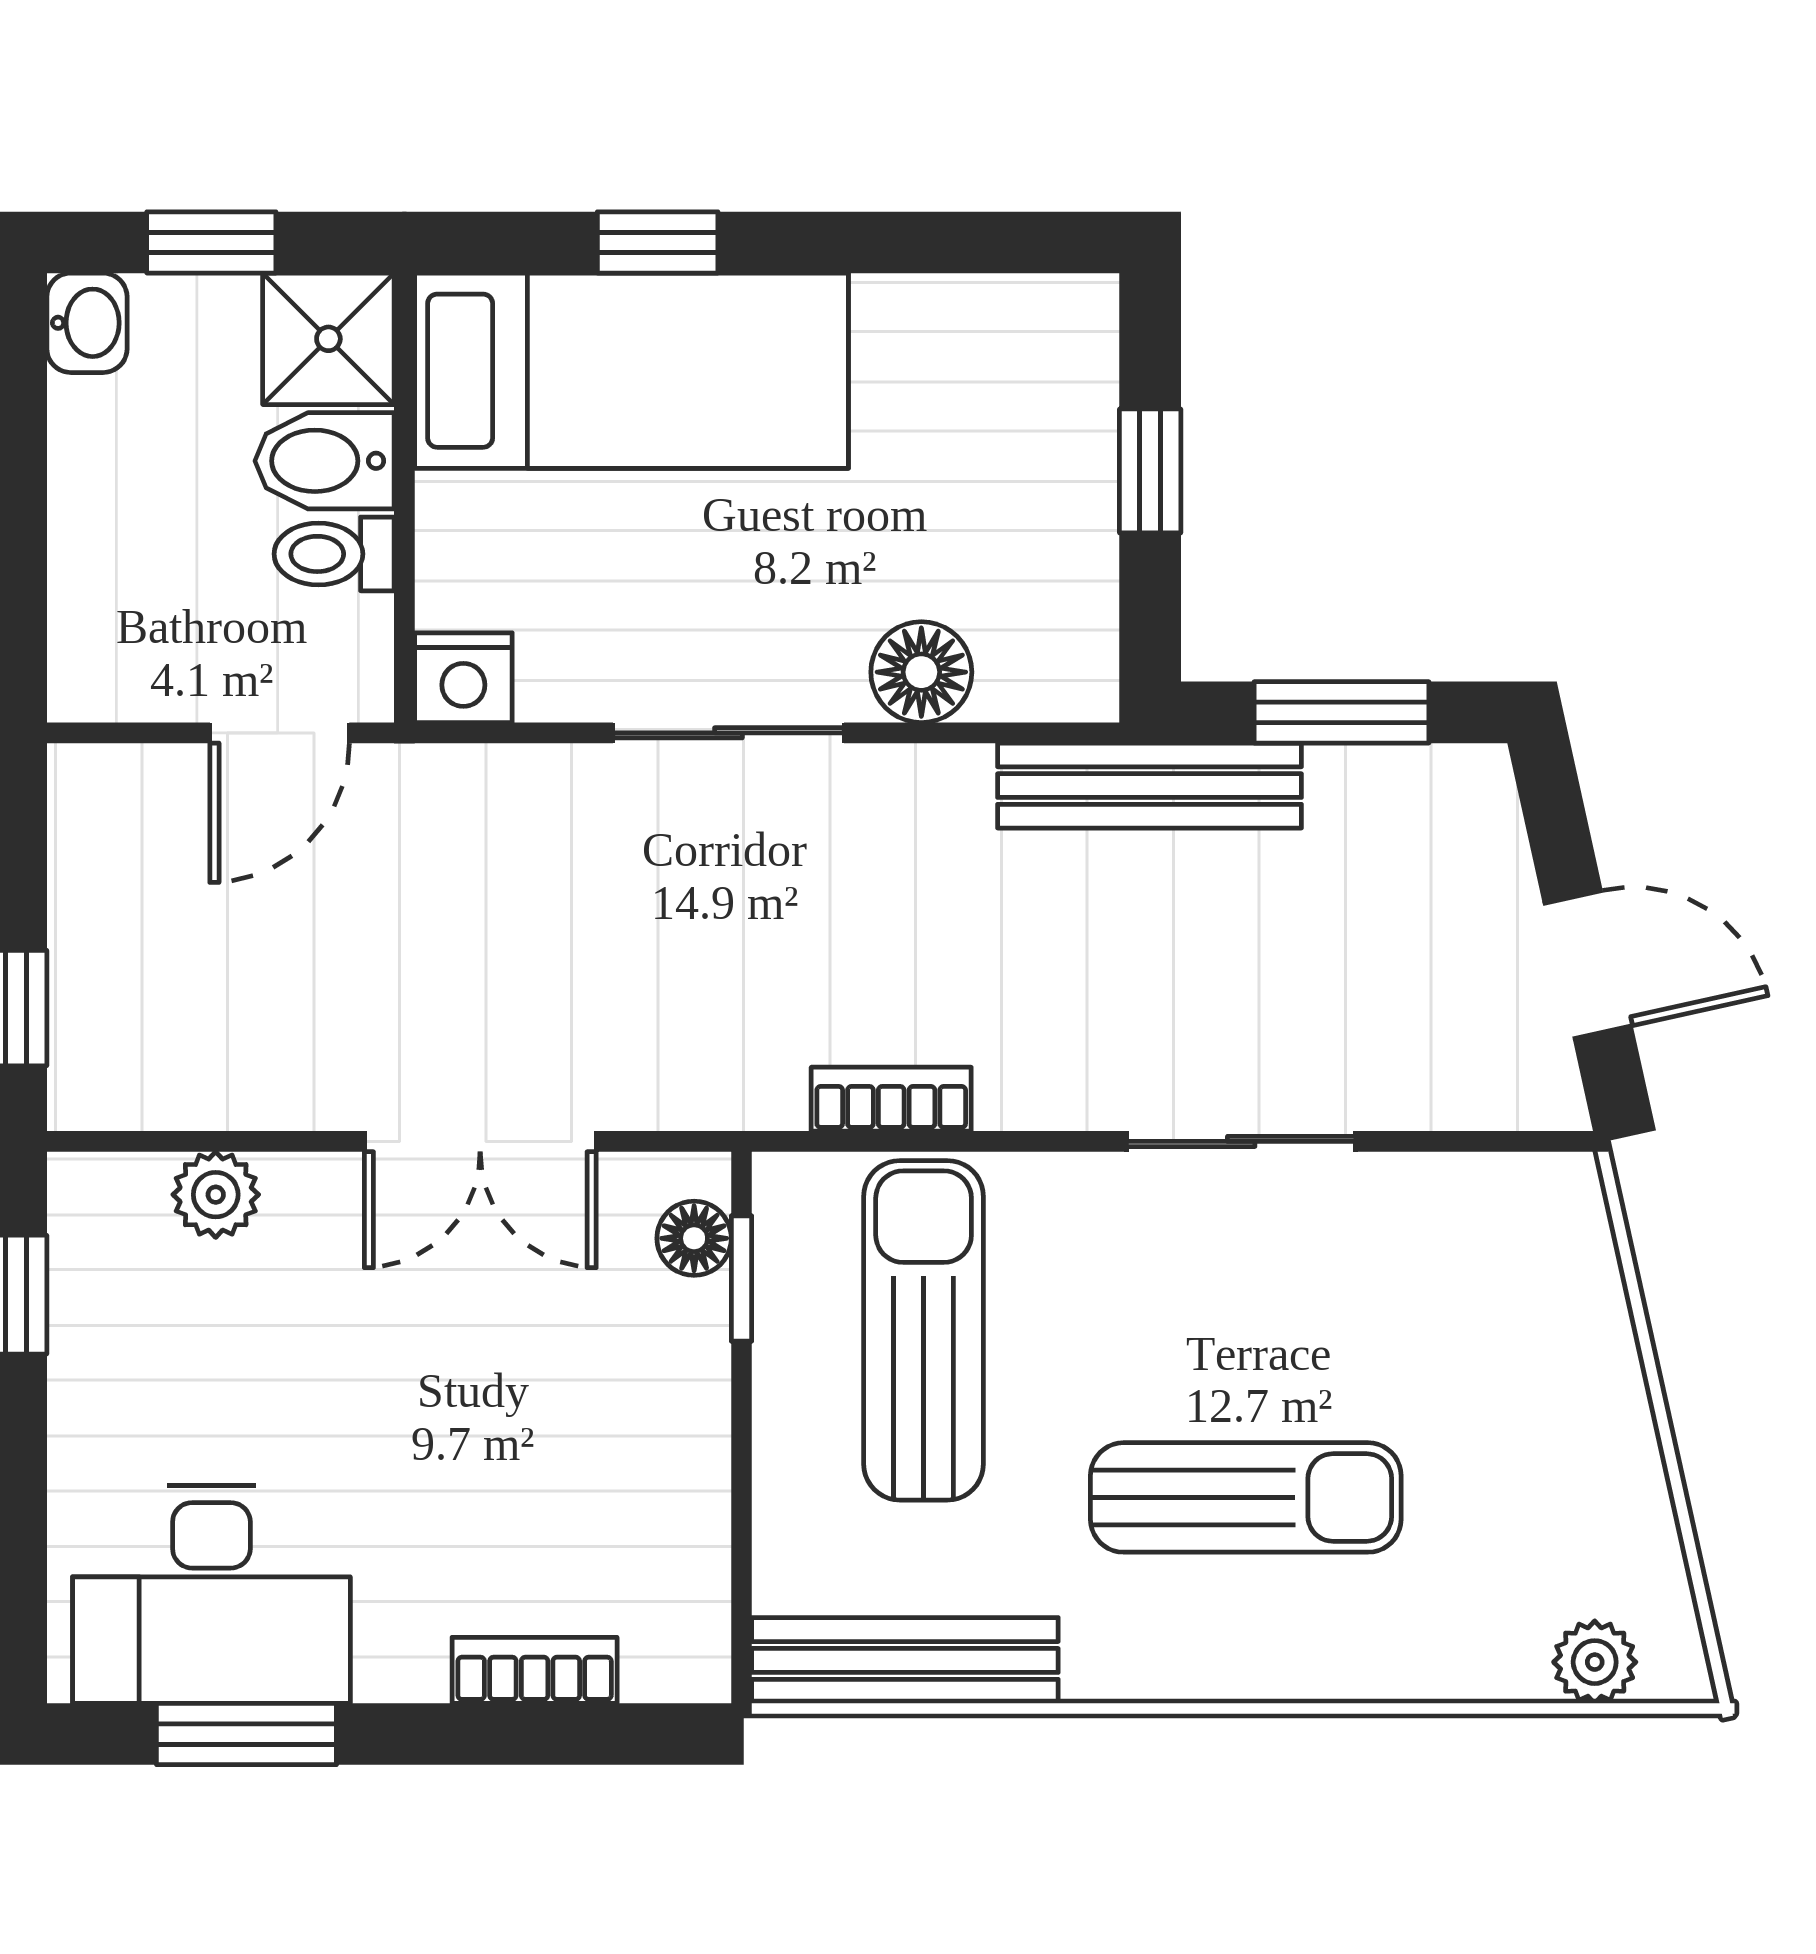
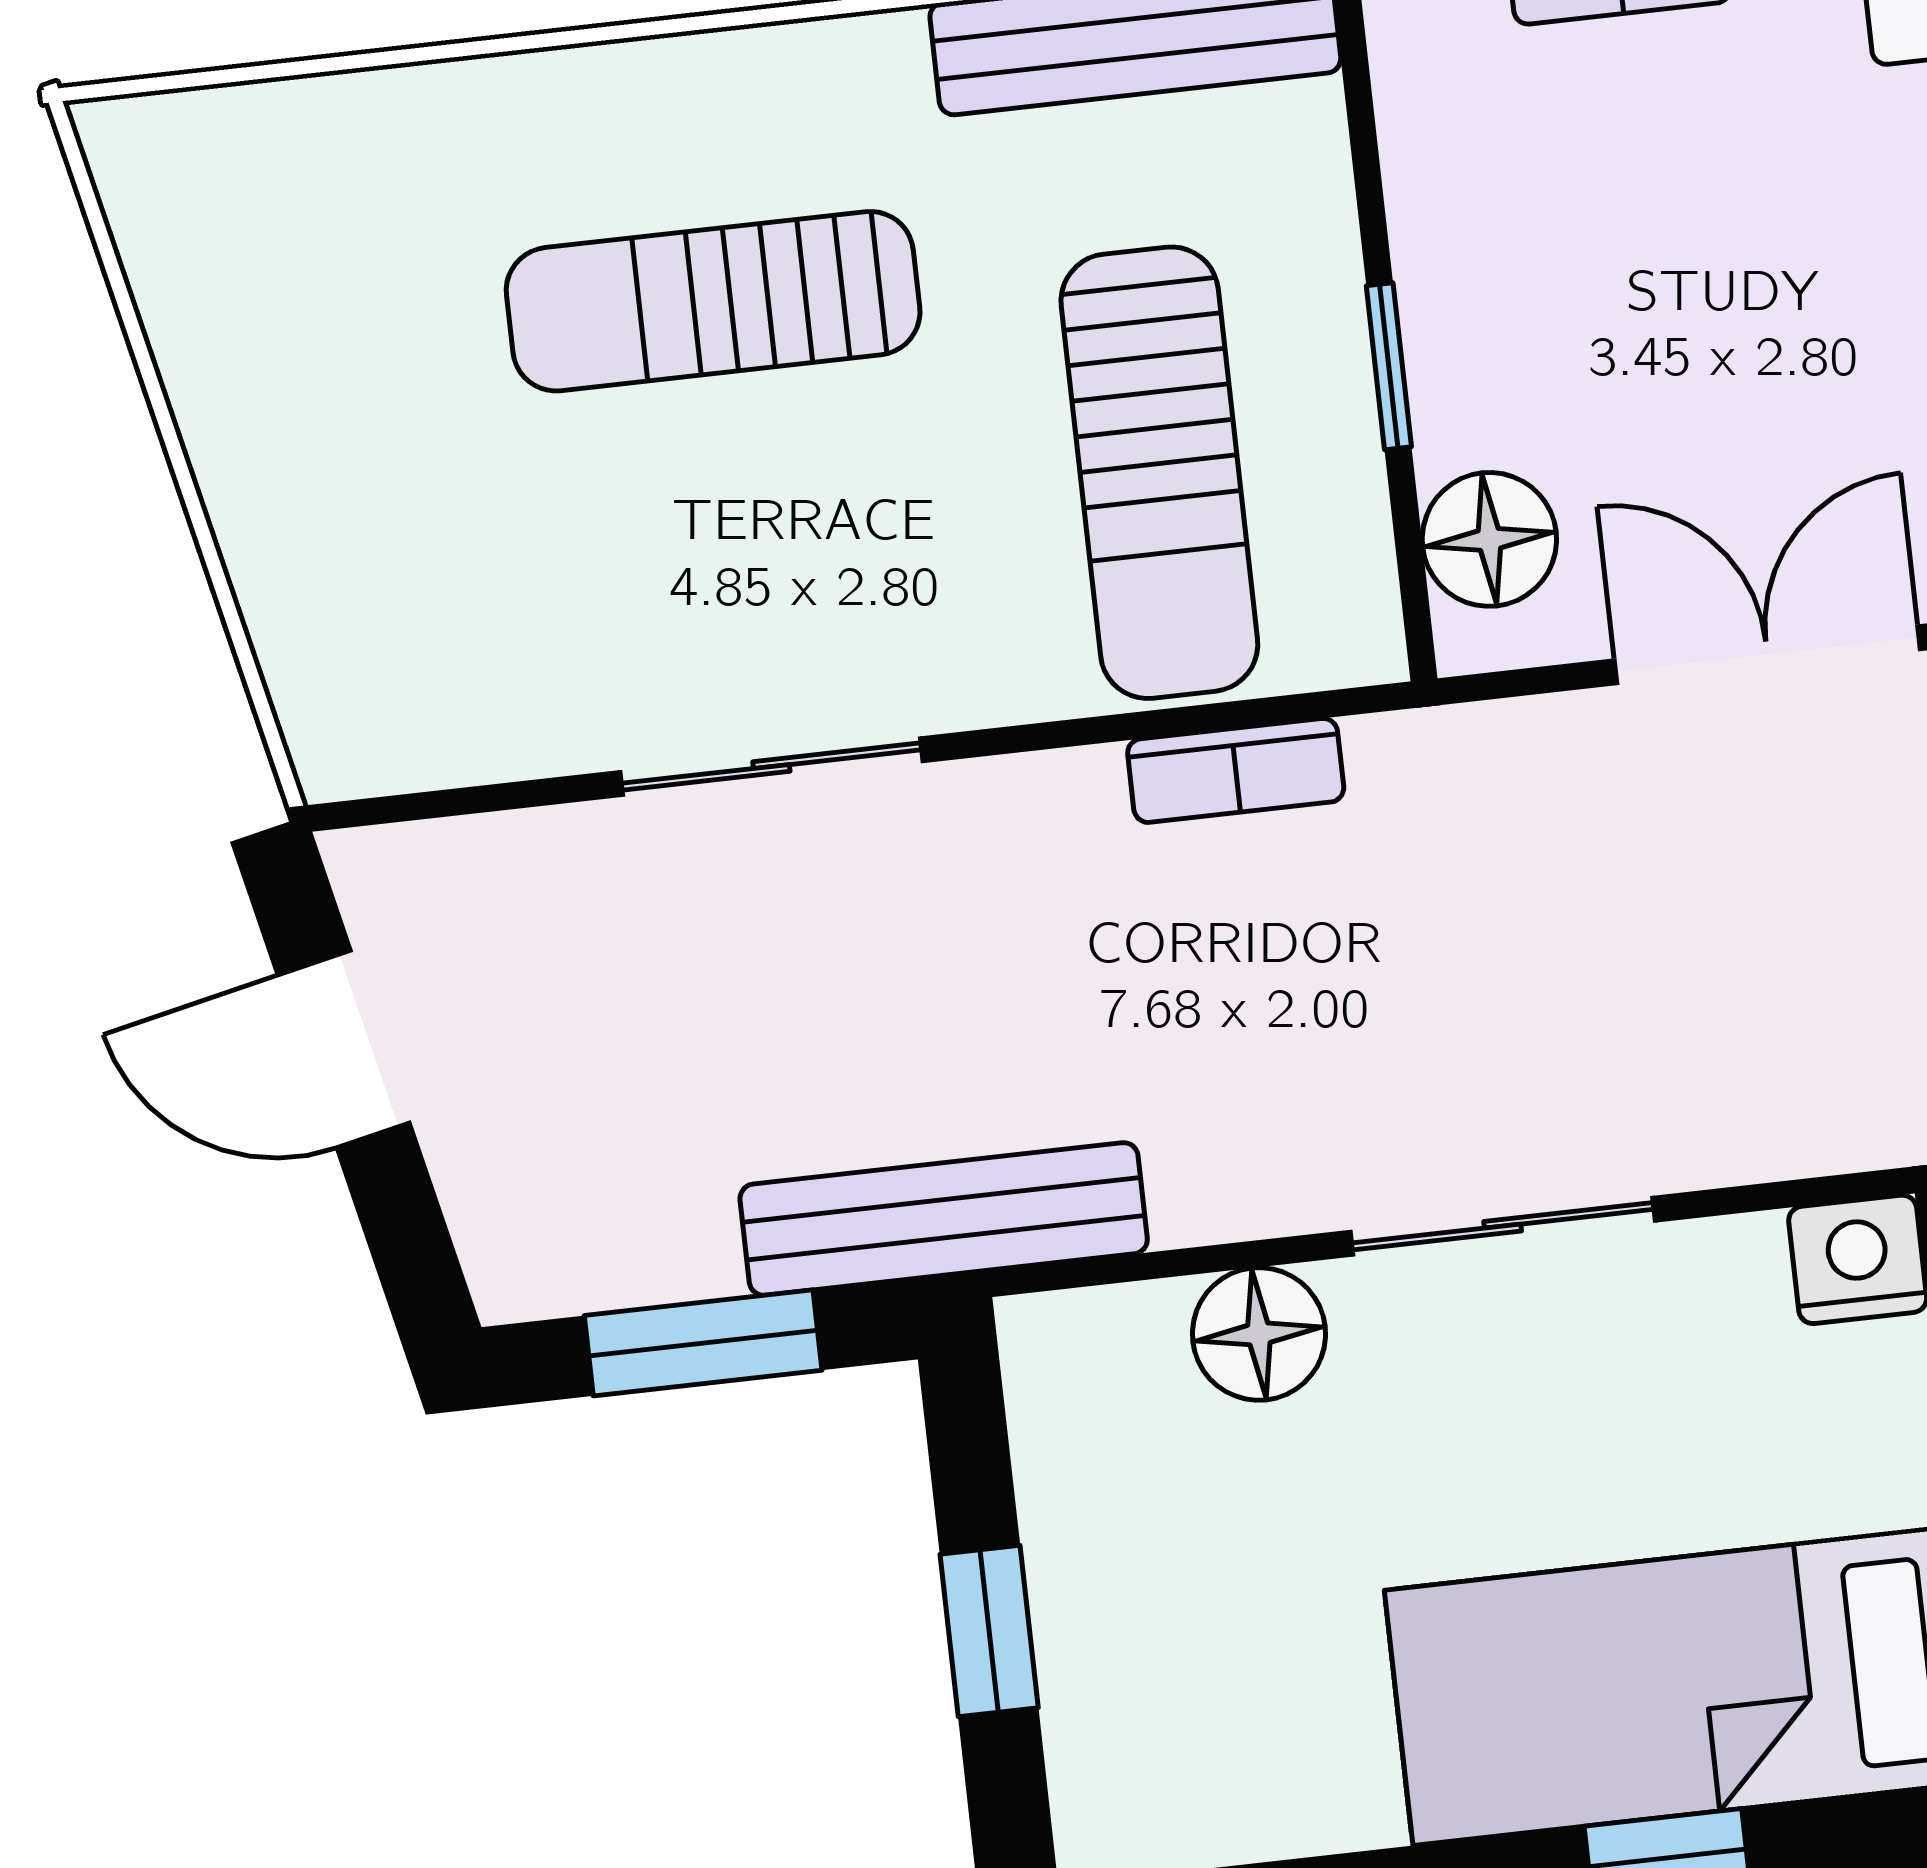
floor lamp: (694, 1238) -> (1489, 539), width x1.37, depth x1.37
window: (741, 1279) -> (1389, 366), moved
plant: (1595, 1662) -> (232, 137), removed

